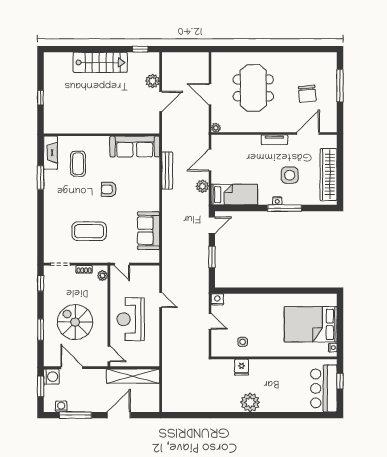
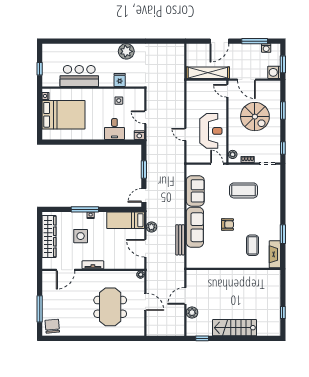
chair: (307, 94) -> (52, 326), moved
window: (41, 98) -> (283, 312), moved
sofa: (135, 146) -> (195, 227), moved, turned 90
door: (210, 160) -> (145, 248), swing flipped
desk: (248, 307) -> (114, 129), added
reception desk: (131, 319) -> (211, 131), moved
door: (72, 368) -> (246, 80), moved
bar counter: (324, 388) -> (79, 76), moved, turned -90
plant: (250, 402) -> (126, 51), moved

